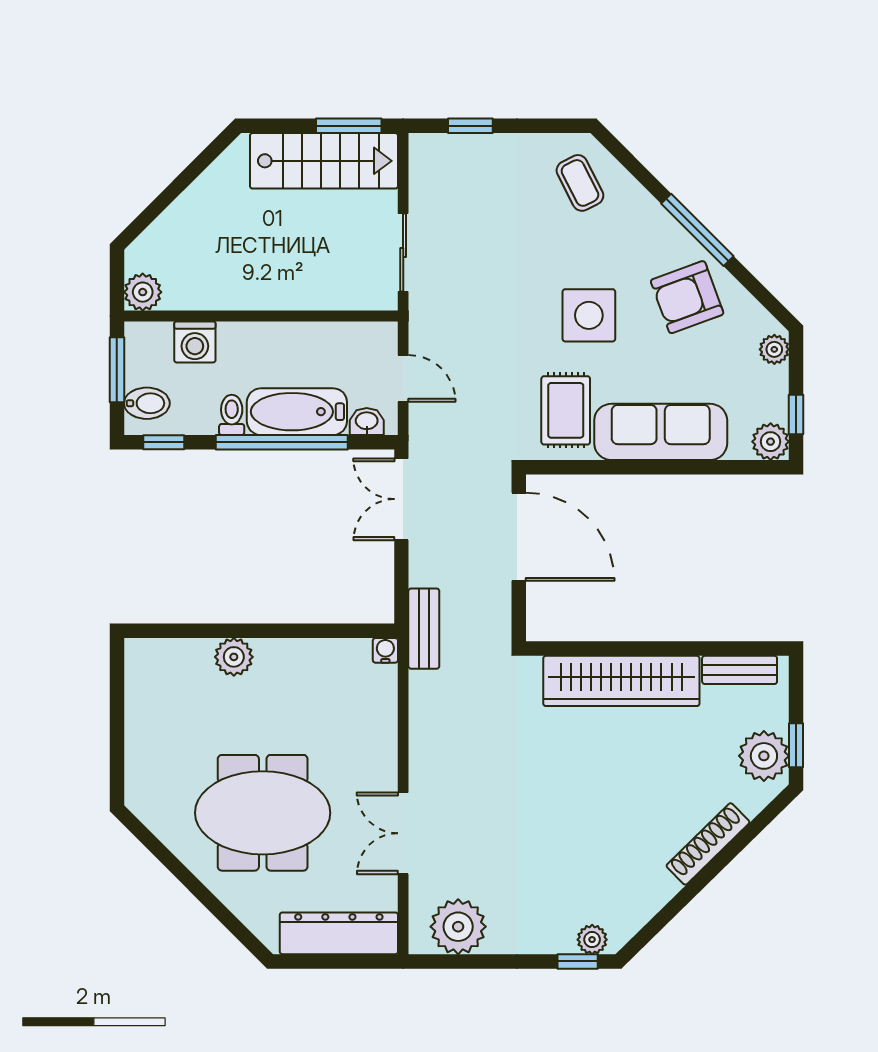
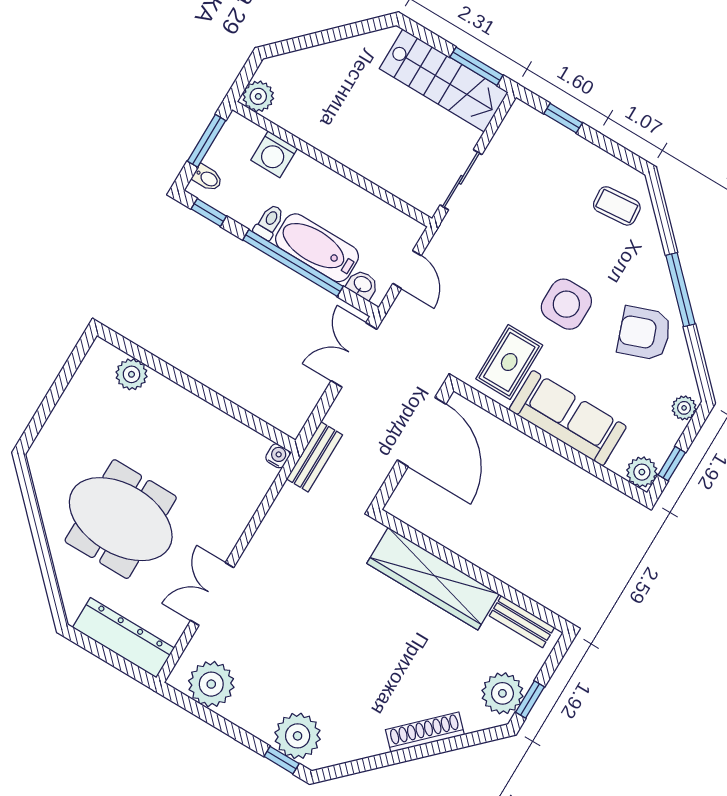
coffee table: (580, 183) -> (617, 206), turned -68
bidet: (147, 403) -> (207, 178), width x0.72, depth x0.74
plant: (234, 657) -> (131, 374), moved
plant: (592, 940) -> (298, 736), width x1.88, depth x1.88

